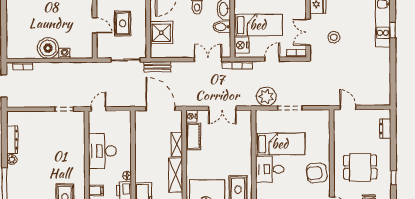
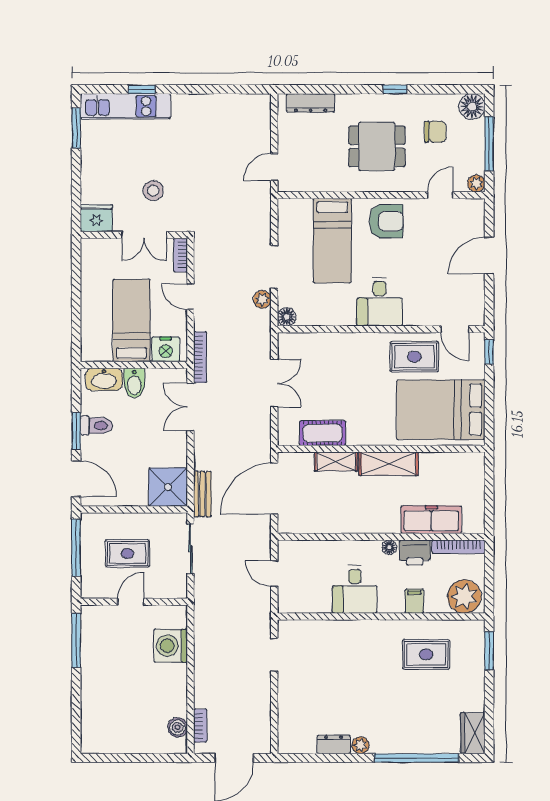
shower: (161, 33) -> (168, 487), moved
boiler: (48, 48) -> (178, 727), moved, width x0.54, depth x0.54
washing machine: (65, 53) -> (171, 646), width x1.89, depth x1.89
plant: (266, 97) -> (262, 299), width x0.53, depth x0.53
door: (99, 109) -> (274, 574), moved
floor lamp: (261, 115) -> (287, 317), added
nightstand: (191, 116) -> (288, 436), removed
dresser: (385, 129) -> (311, 103), width x1.44
dresser: (12, 140) -> (334, 744), width x0.70
bed: (280, 144) -> (332, 241), moved, turned 180
desk: (102, 151) -> (355, 589), width x0.73
dining table: (360, 167) -> (377, 146), turned 90
armchair: (317, 173) -> (386, 221), turned -85

